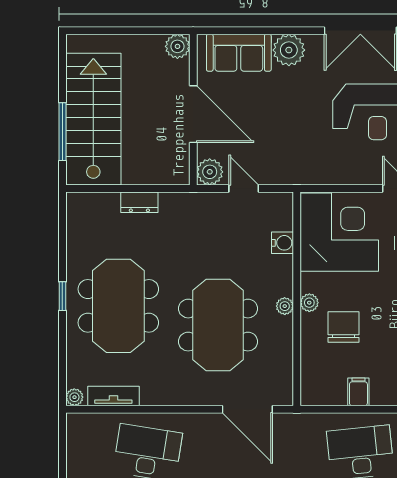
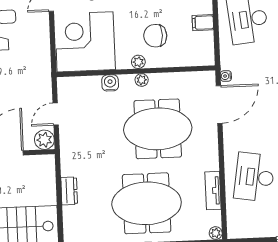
water cooler: (283, 243) -> (110, 83), moved
tv unit: (113, 396) -> (213, 191), moved
water cooler: (285, 420) -> (226, 76), added

